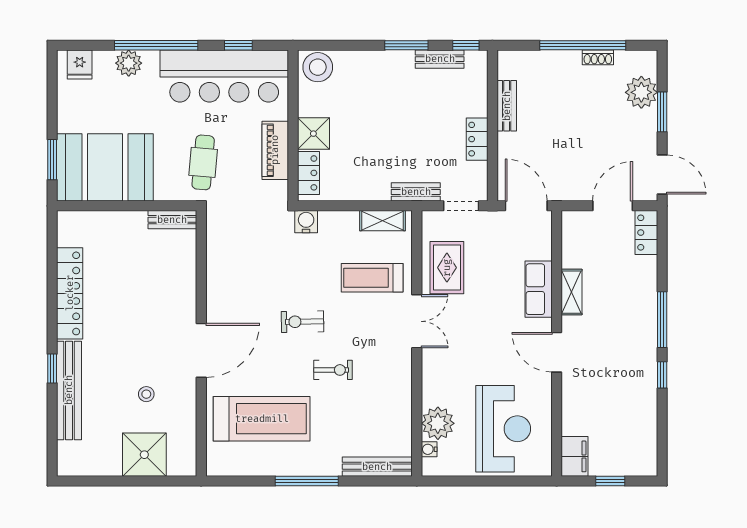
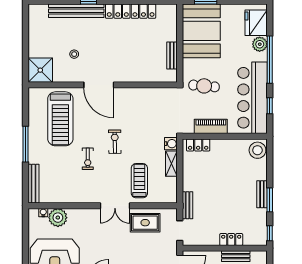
bench: (440, 59) -> (262, 194), moved
fridge: (80, 64) -> (256, 23), width x1.88, depth x1.34
shower: (313, 134) -> (220, 148), removed
locker: (477, 139) -> (231, 240), moved
bench: (172, 220) -> (172, 56), moved
shelving: (382, 221) -> (171, 164), moved
shower: (144, 455) -> (40, 70), moved

